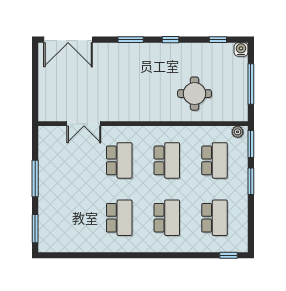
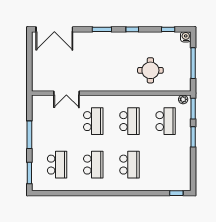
school desk: (215, 218) -> (57, 165), moved

